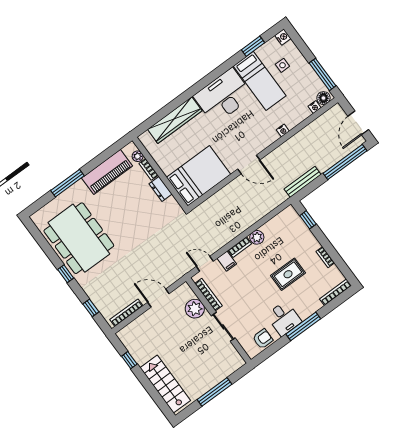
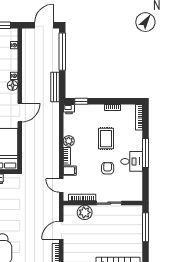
floor lamp: (323, 98) -> (13, 85), moved
door: (358, 123) -> (44, 25), swing flipped
printer: (290, 213) -> (69, 109), added
door: (205, 264) -> (61, 186), hinge flipped
armchair: (263, 339) -> (108, 168), moved
window: (215, 392) -> (145, 227), moved

